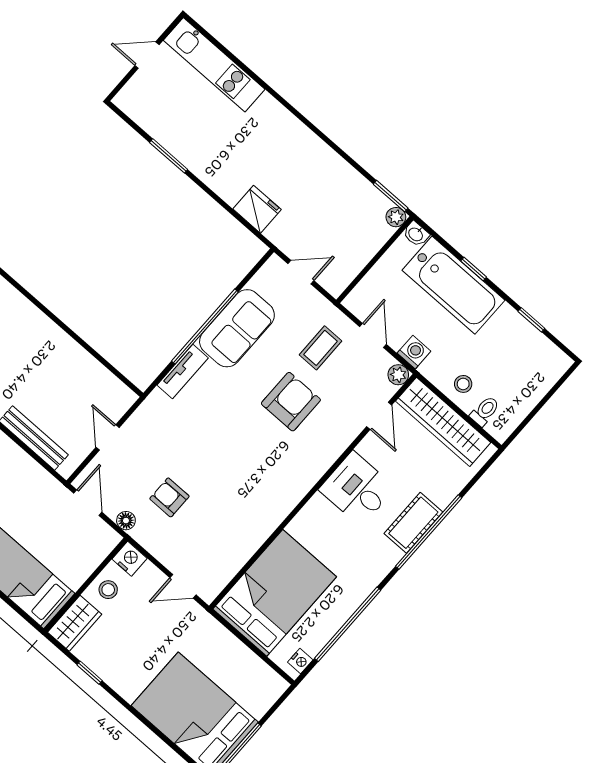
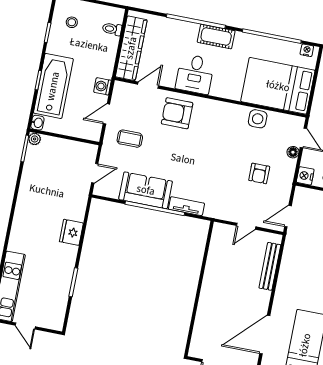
fridge: (257, 209) -> (71, 232), moved
door: (301, 272) -> (95, 173), swing flipped
plant: (398, 375) -> (120, 88), removed
stool: (463, 384) -> (72, 22), moved
armchair: (291, 402) -> (177, 113), moved
floor lamp: (126, 521) -> (293, 152), moved
cot: (413, 523) -> (216, 37), moved
side table: (246, 539) -> (258, 119), added

